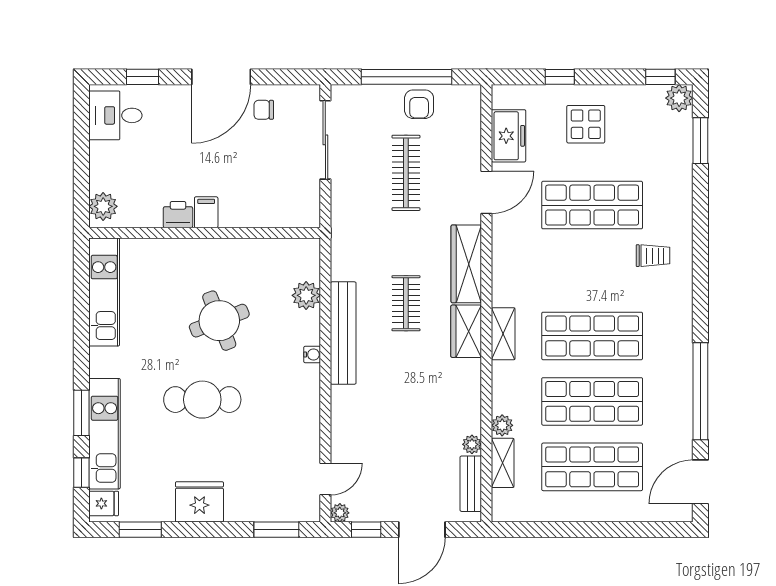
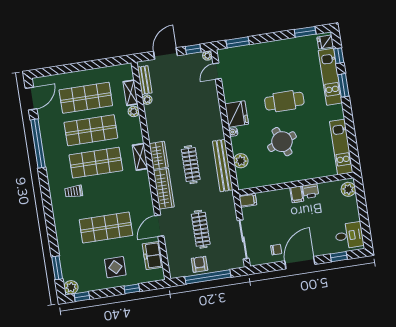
filing cabinet: (304, 216) -> (248, 200), added
trolley: (653, 256) -> (74, 192), moved
clothes rail: (406, 303) -> (191, 165), width x1.36
bench: (343, 333) -> (223, 166), moved
fridge: (199, 502) -> (237, 114), moved, turned -90

